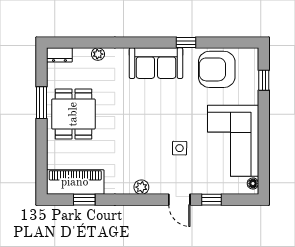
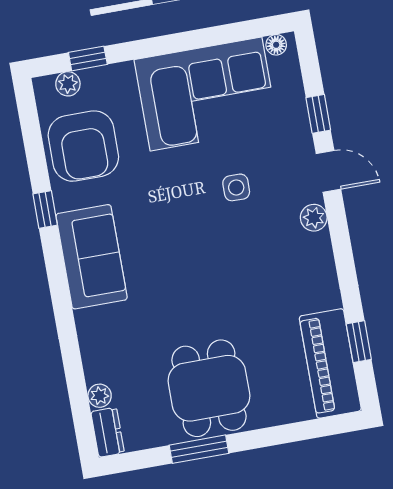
plant: (98, 54) -> (100, 396), moved
plant: (252, 67) -> (68, 84), added
dining table: (73, 114) -> (209, 388), turned 90
plant: (141, 187) -> (314, 218), moved
door: (179, 200) -> (329, 171), hinge flipped

